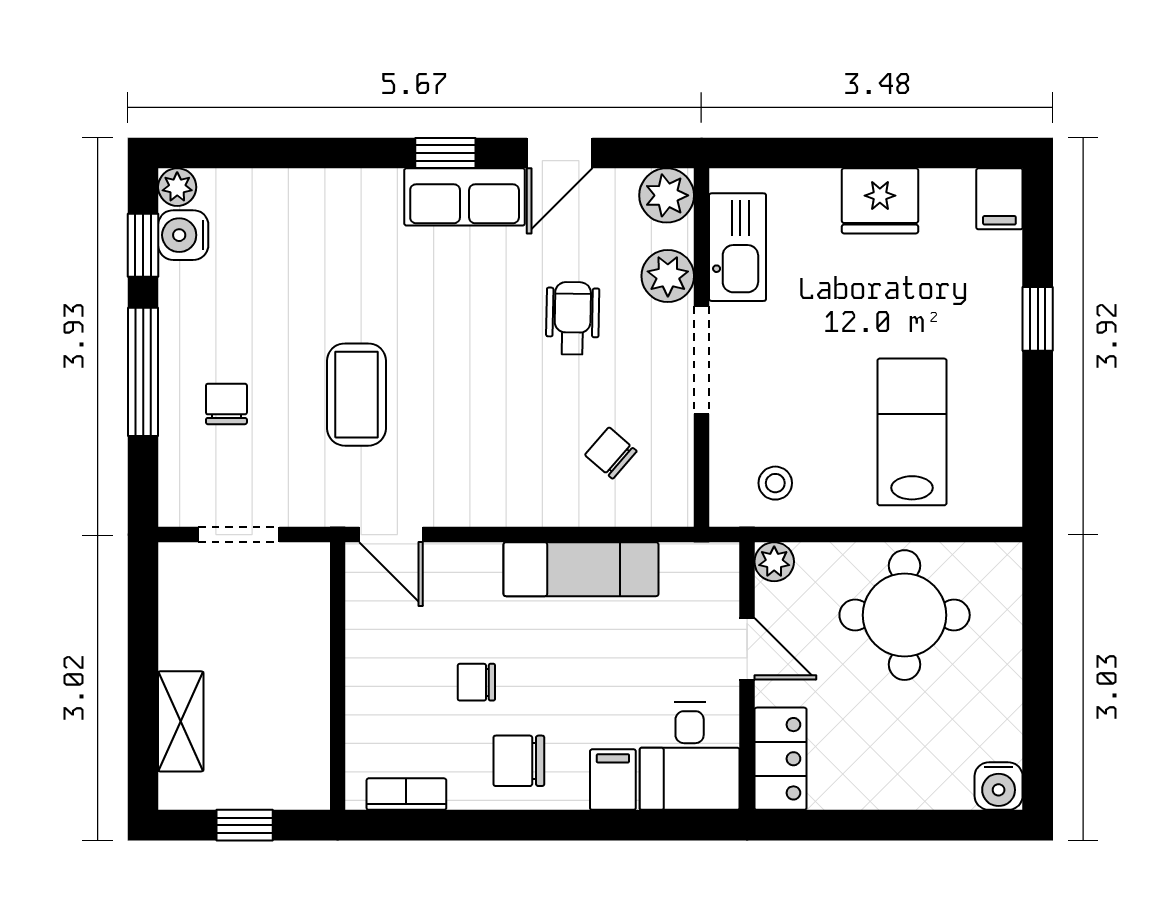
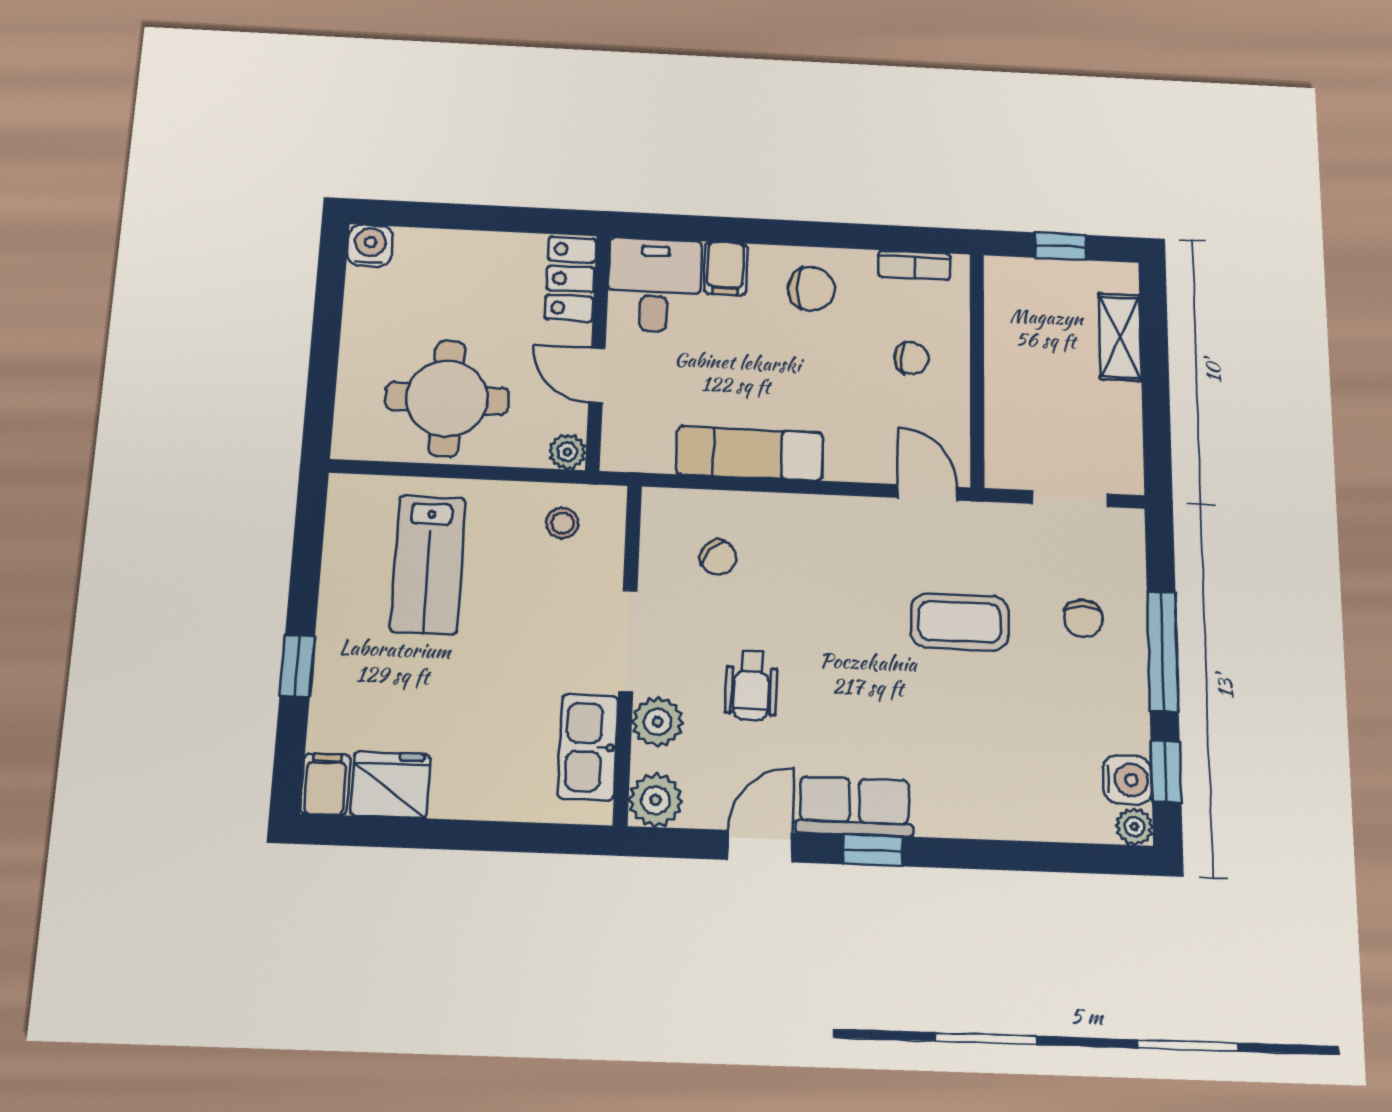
fridge: (880, 201) -> (390, 785), moved
coffee table: (357, 395) -> (960, 622), turned 90
chair: (476, 682) -> (911, 358), moved

